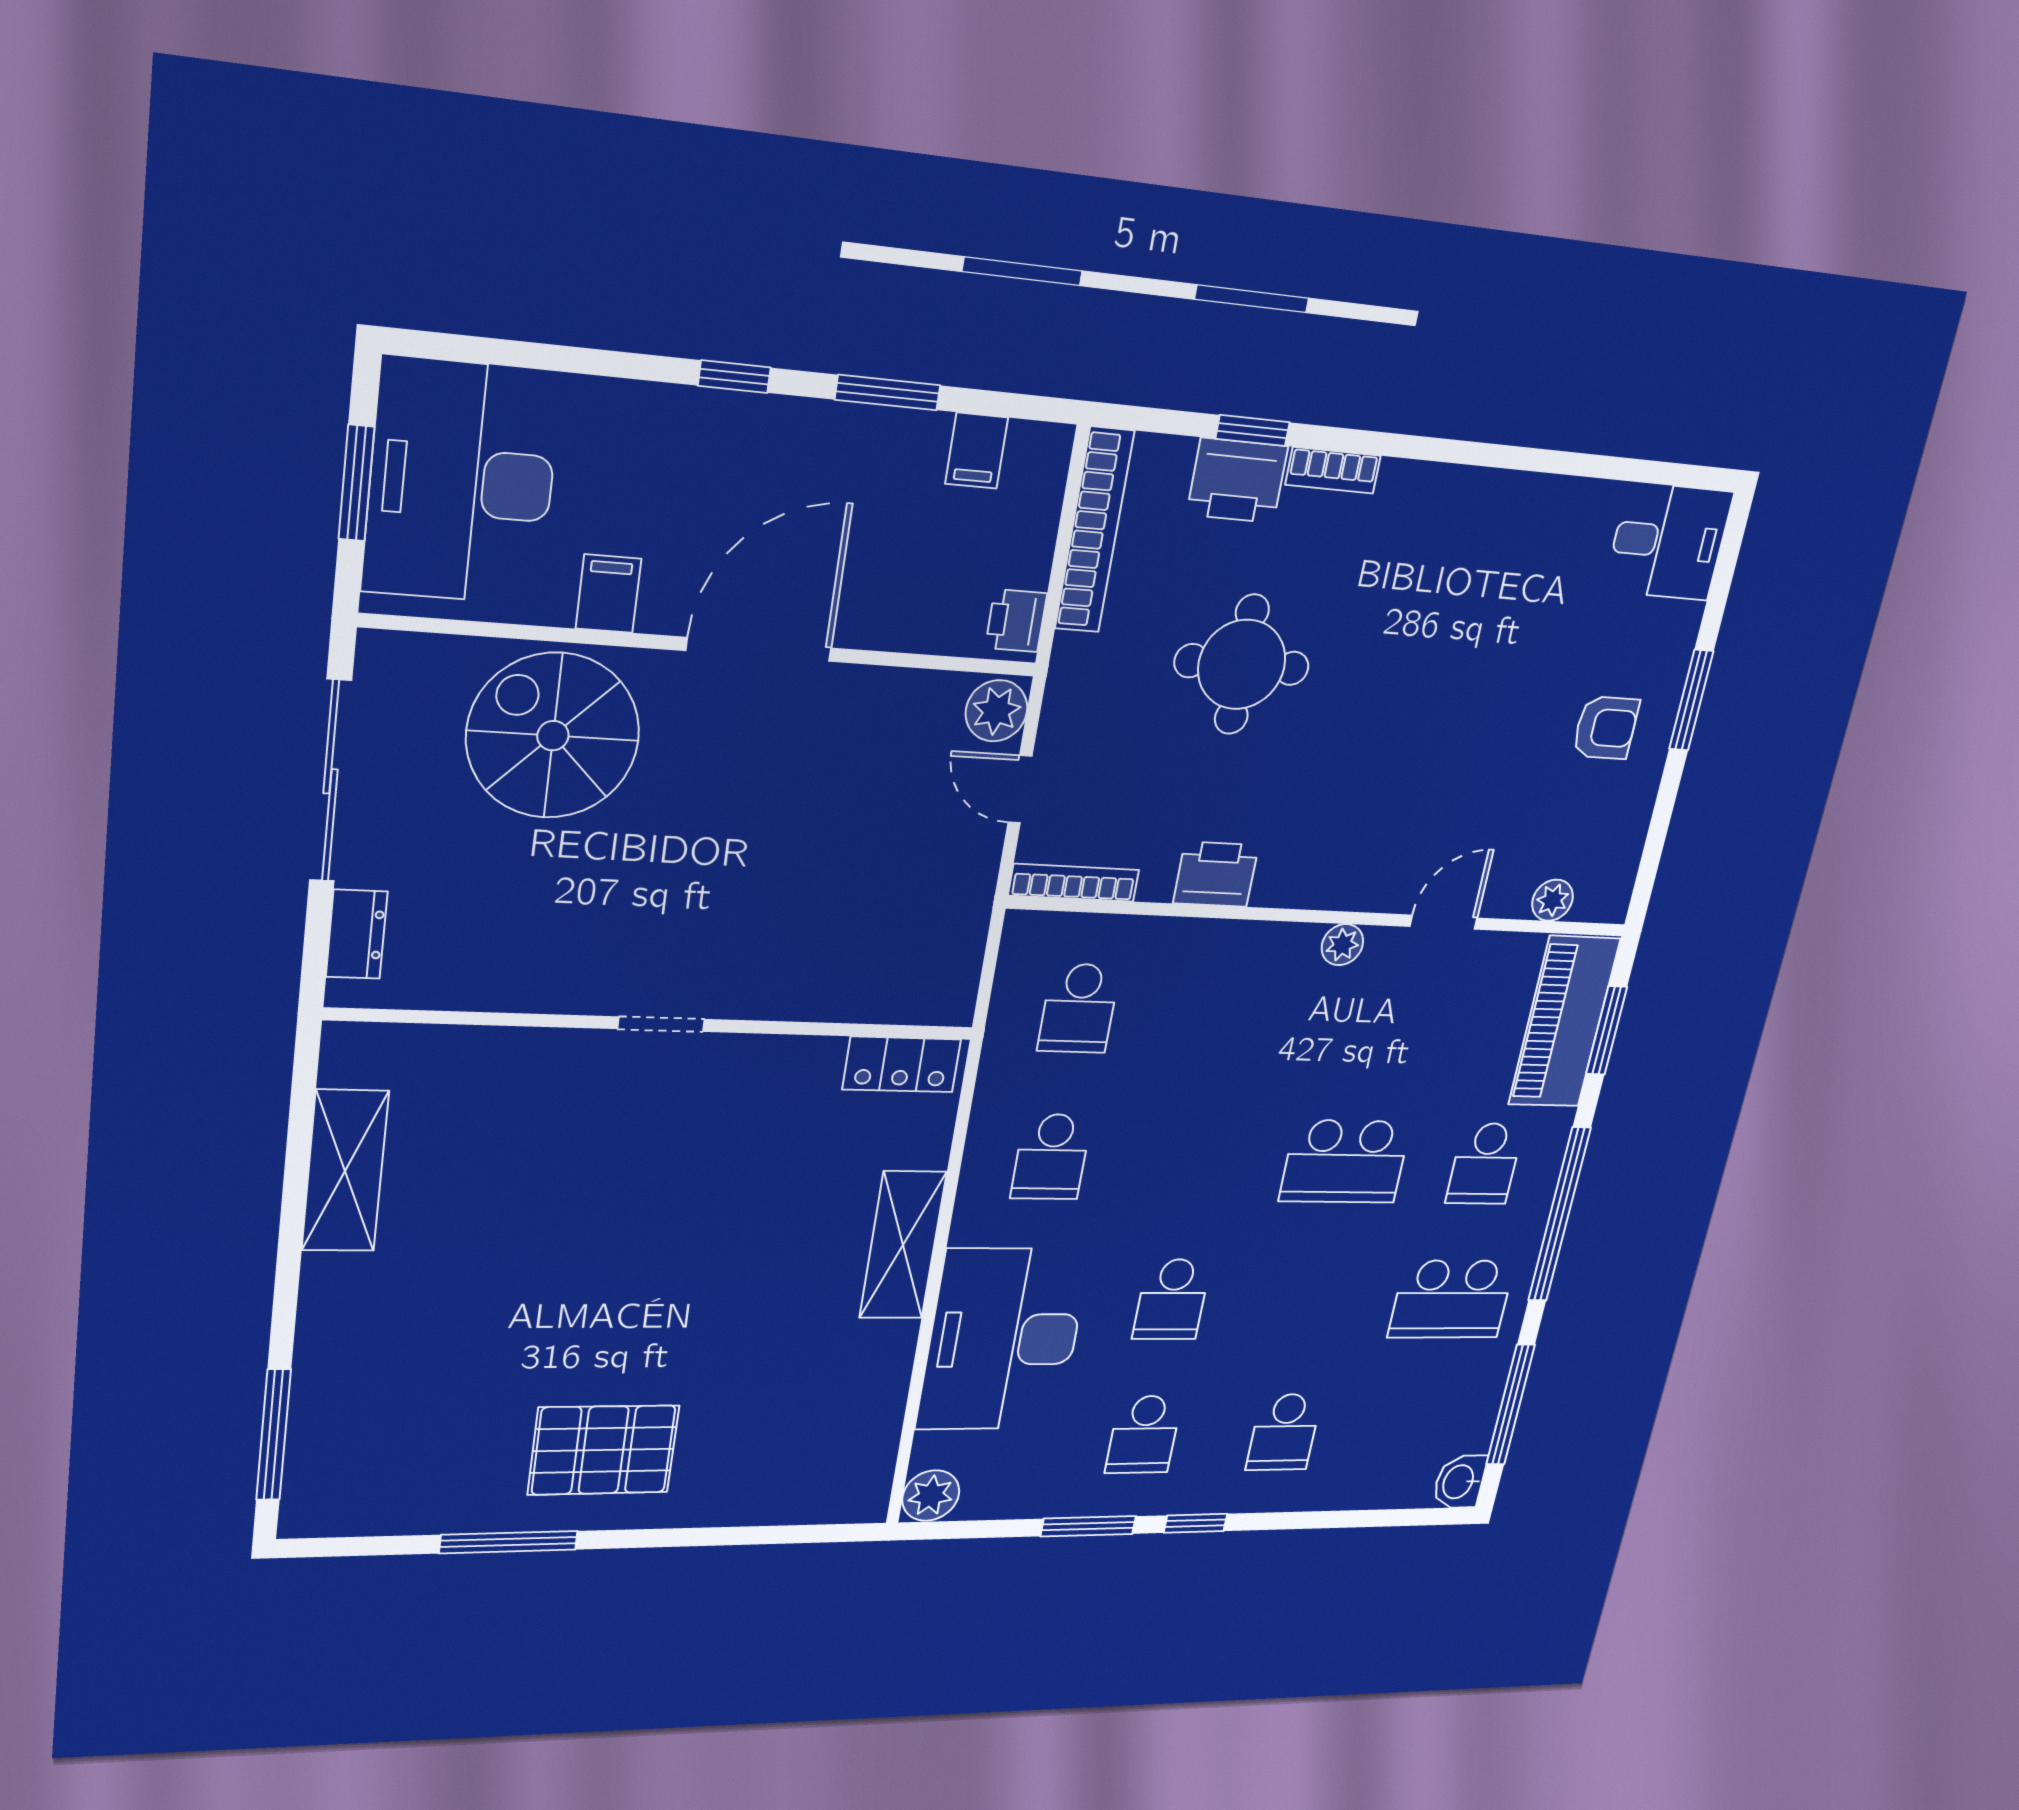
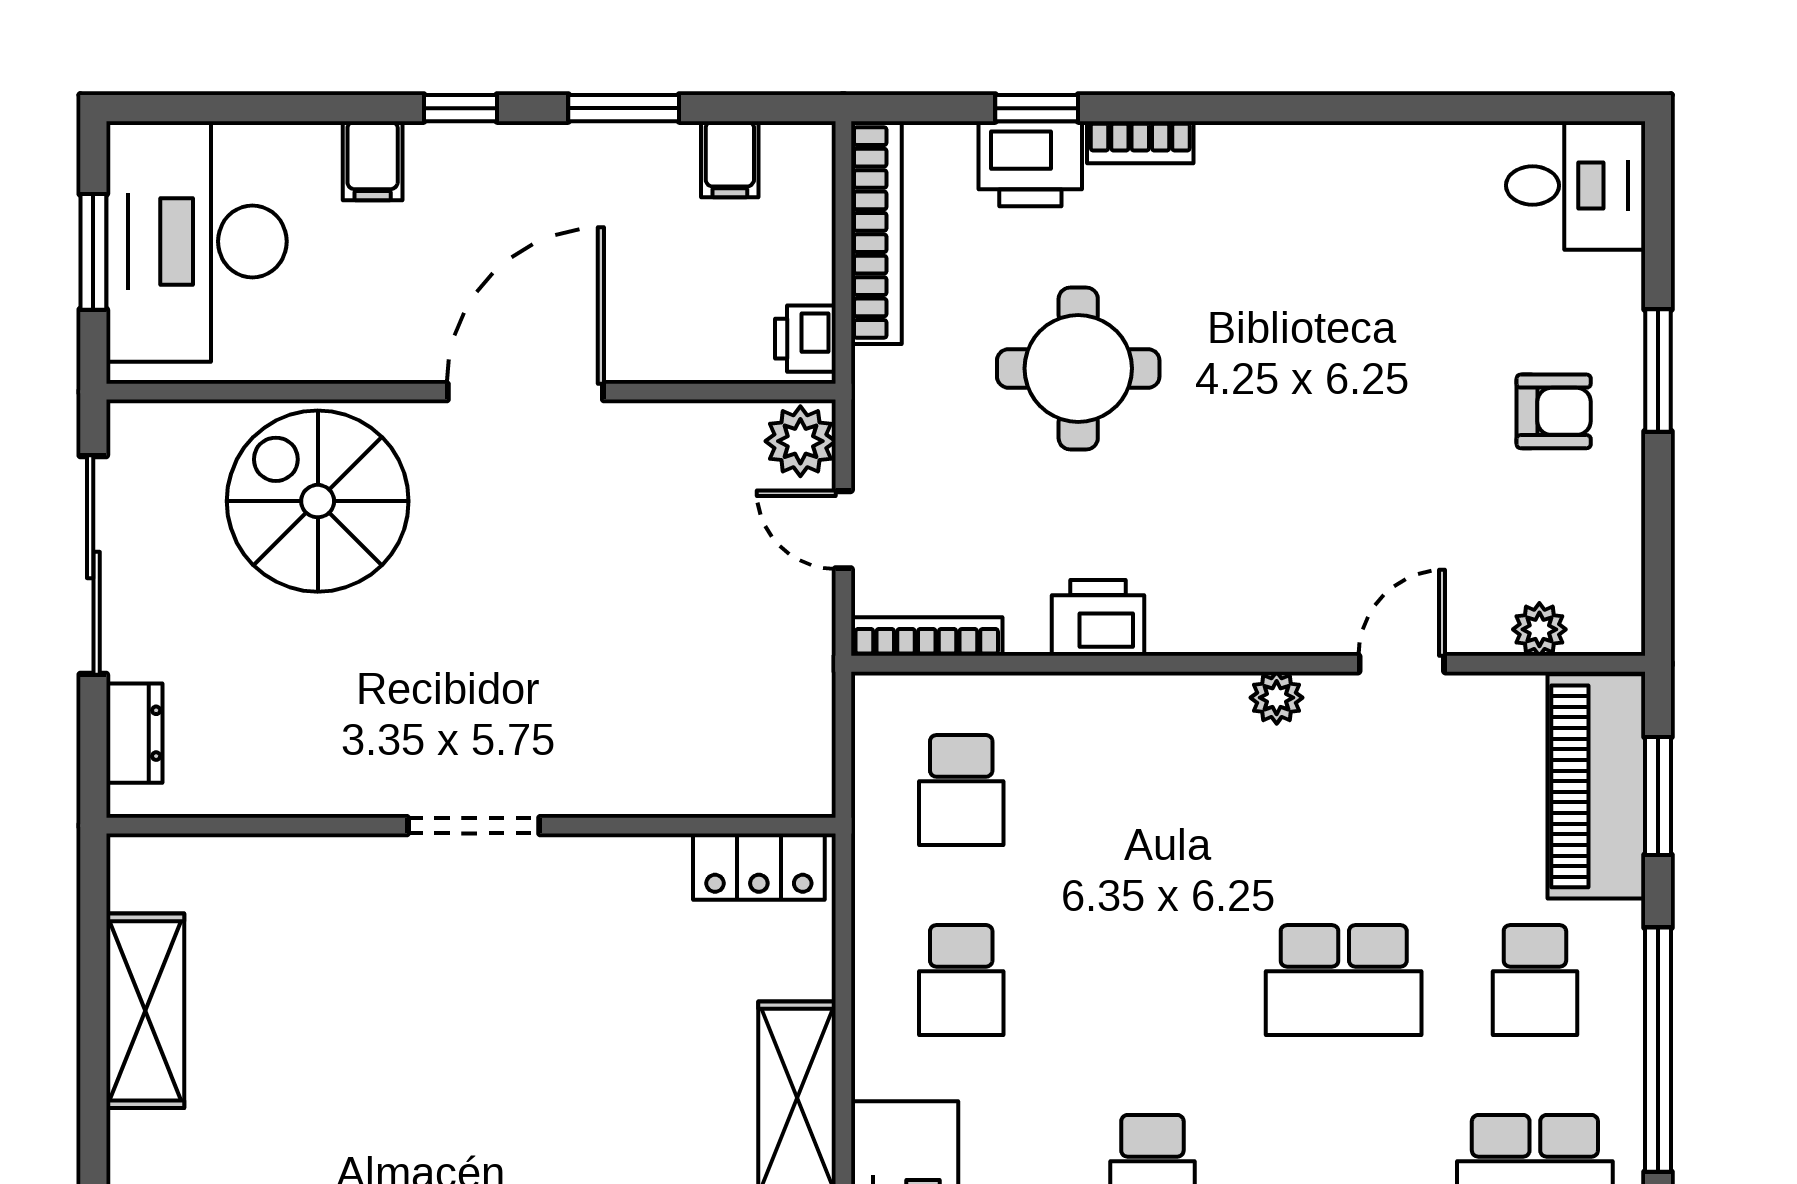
filing cabinet: (608, 594) -> (373, 161), moved, turned 180
doorway: (661, 1024) -> (474, 826), width x1.38

